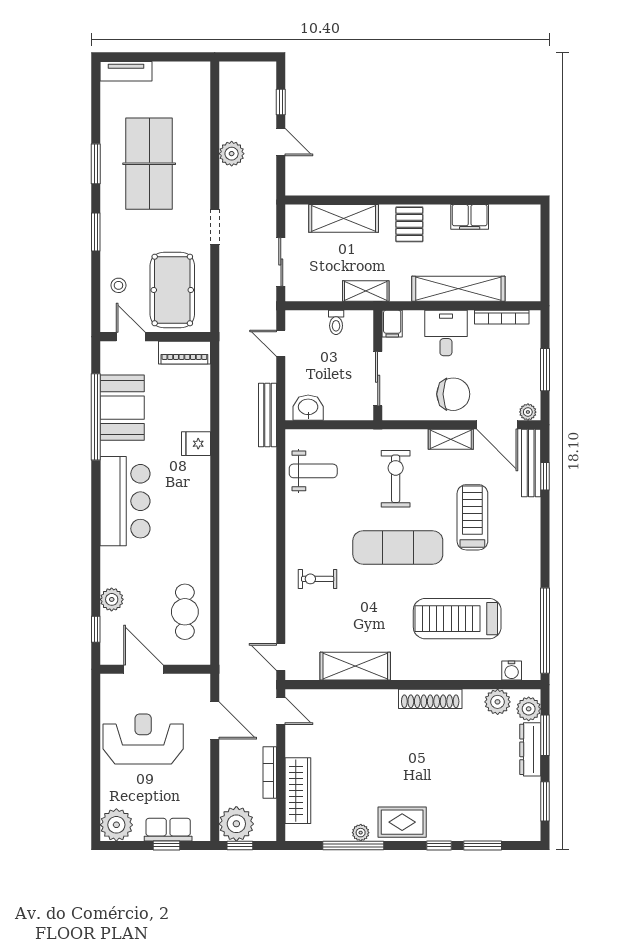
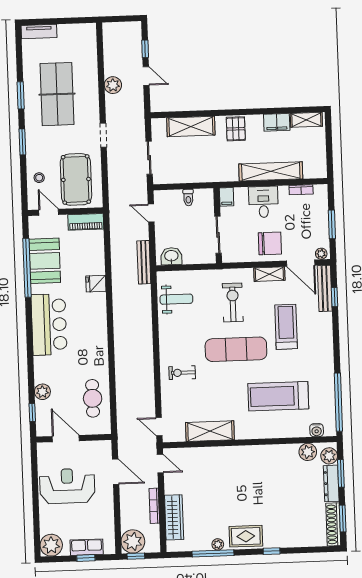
shelving: (366, 291) -> (306, 120), moved
bookcase: (502, 317) -> (301, 190), width x0.64
shoe rack: (430, 699) -> (333, 524), moved, turned 90
window: (483, 845) -> (301, 550), removed

